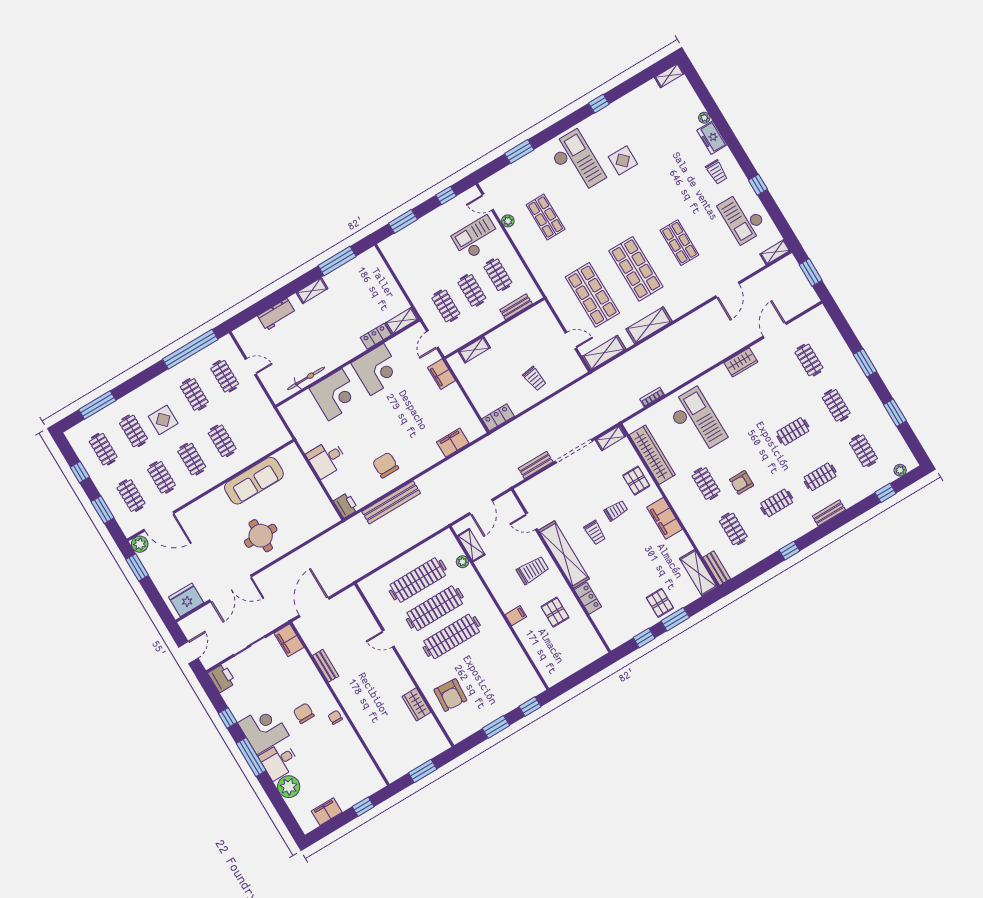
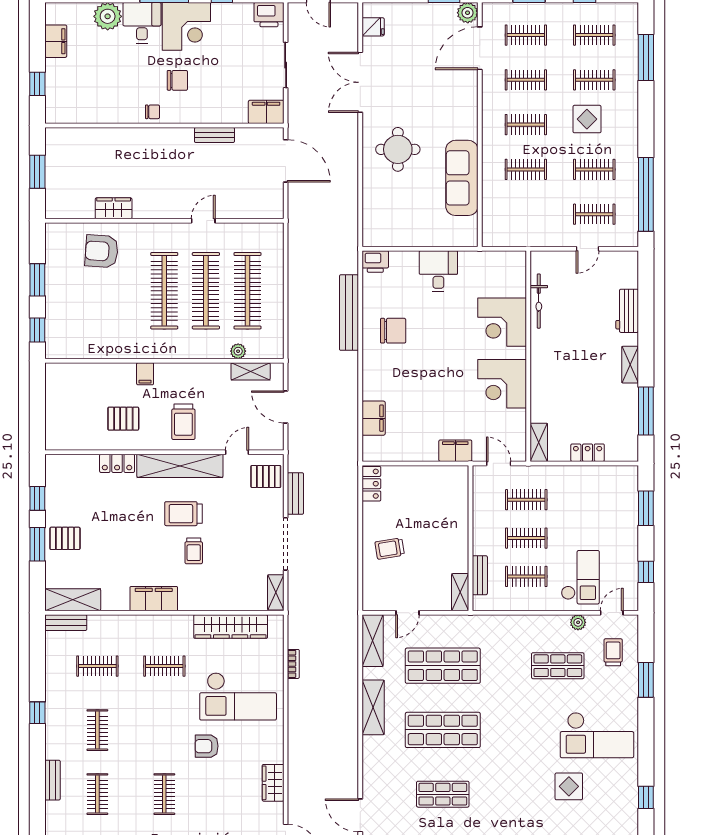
trolley: (514, 185) -> (613, 652), added
locker: (376, 336) -> (588, 453), moved, turned -90
shelving: (474, 350) -> (460, 592), moved
pallet: (636, 481) -> (266, 476), moved
armchair: (742, 482) -> (207, 746), moved, turned -90
trolley: (595, 533) -> (184, 514), width x1.36, depth x1.39
fridge: (186, 600) -> (373, 27), width x0.53, depth x0.75

